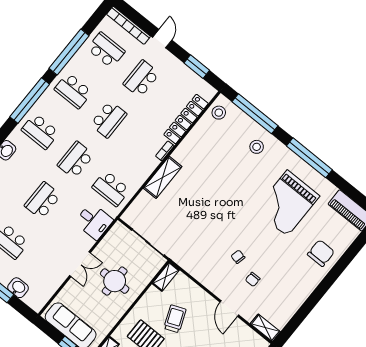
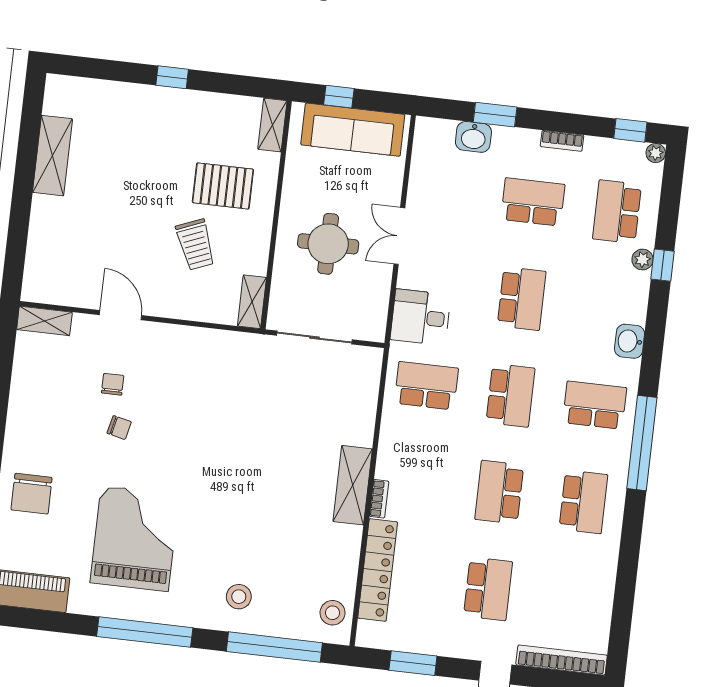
school desk: (106, 50) -> (572, 599), removed
window: (69, 52) -> (629, 559), removed
school desk: (73, 91) -> (583, 502), turned 90
shelving: (163, 177) -> (353, 485), moved
chair: (238, 257) -> (119, 428), moved

